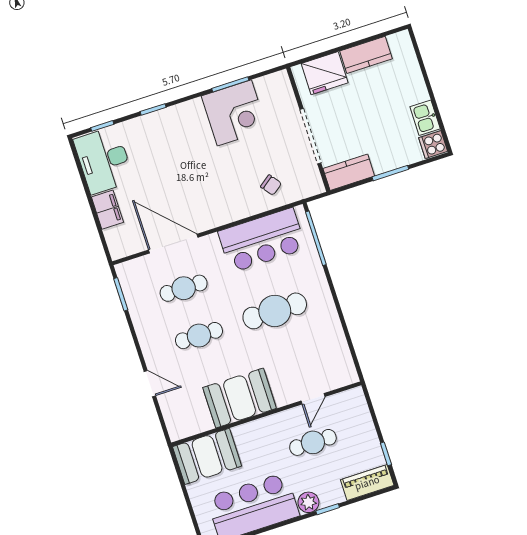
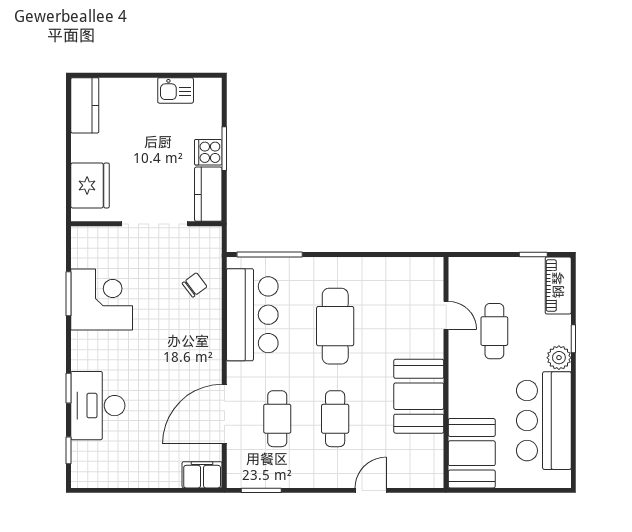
kitchen counter: (366, 55) -> (85, 105), moved
cooker: (433, 145) -> (208, 152), moved, turned 90
desk: (104, 160) -> (98, 406), moved, turned 90
filing cabinet: (107, 210) -> (202, 475), moved

